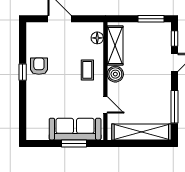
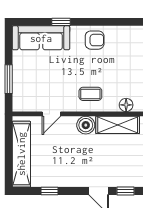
window: (23, 72) -> (61, 22), moved
window: (174, 107) -> (49, 191), width x0.46
sofa: (75, 129) -> (41, 38), moved, turned 90

